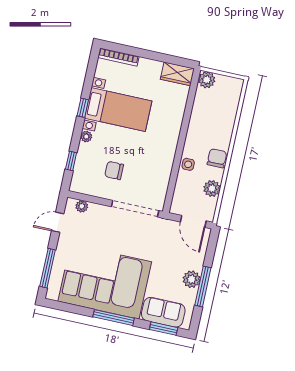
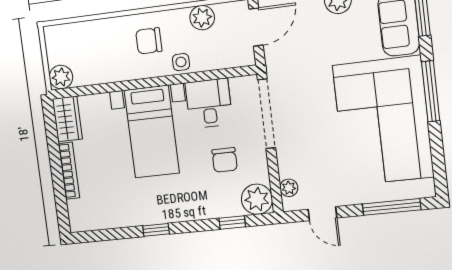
bookcase: (118, 57) -> (69, 171), moved
bed with nightstands: (118, 110) -> (152, 132), moved, turned 180
plant: (86, 137) -> (257, 199), moved, width x1.87, depth x1.87
chair: (217, 158) -> (149, 41), moved
desk: (155, 173) -> (209, 103), added

